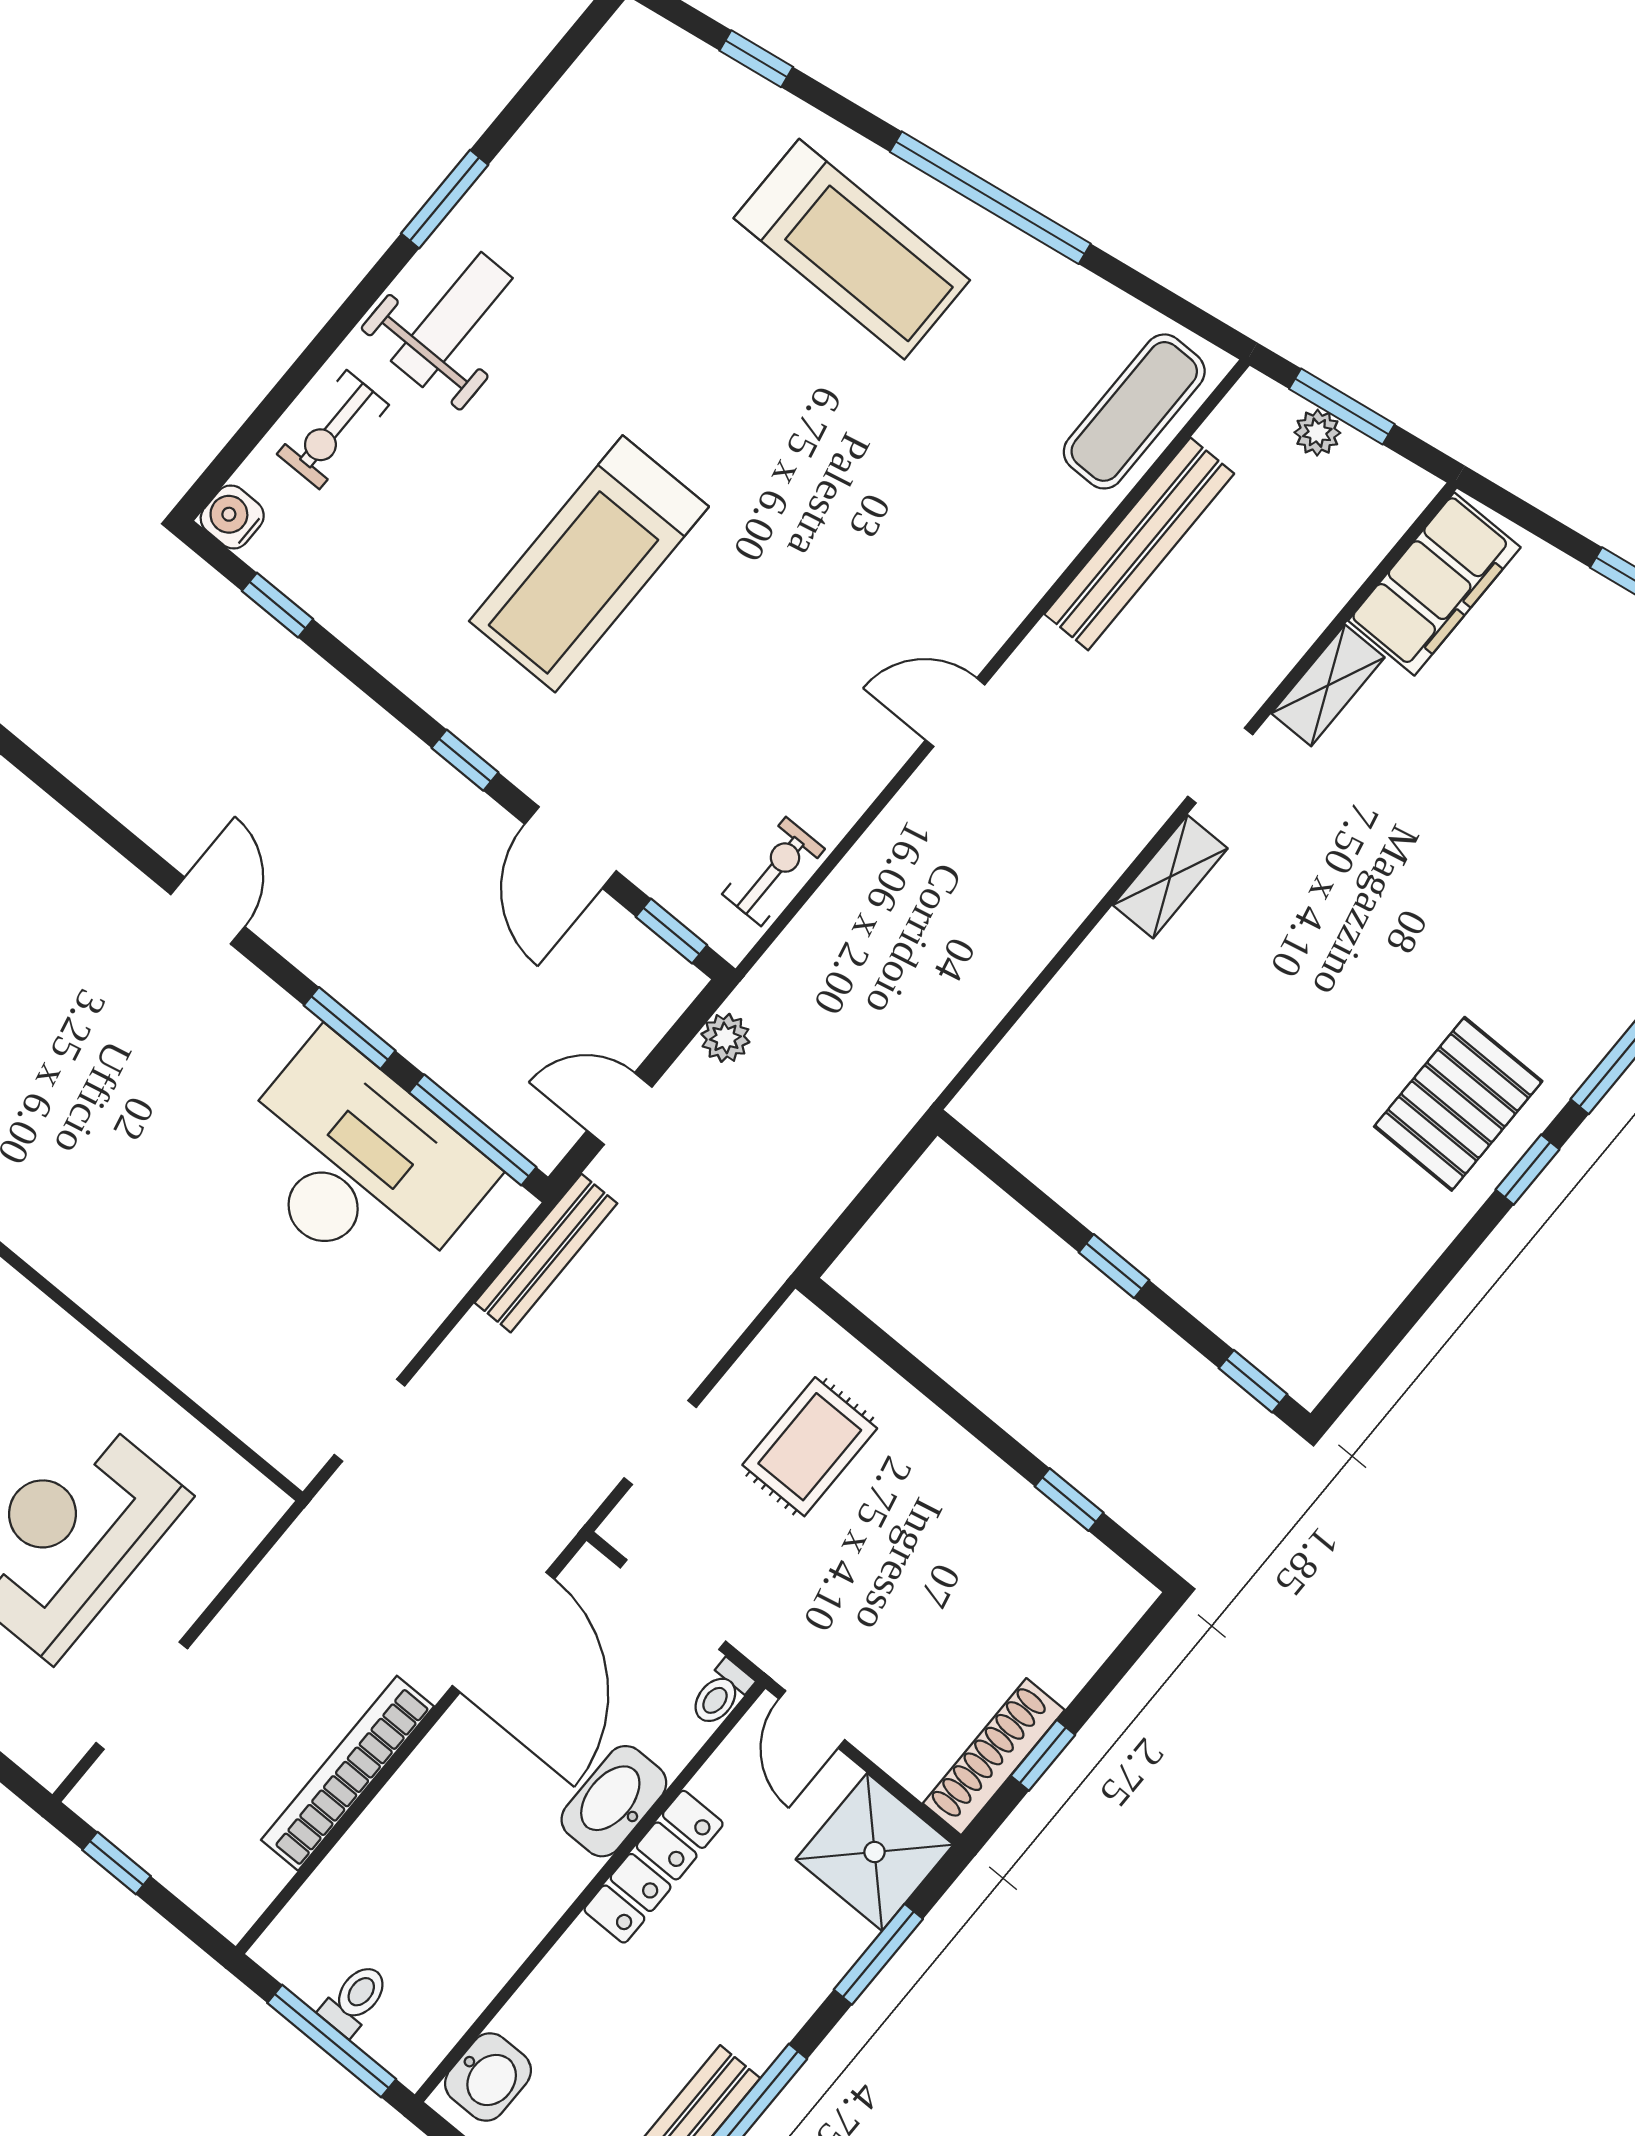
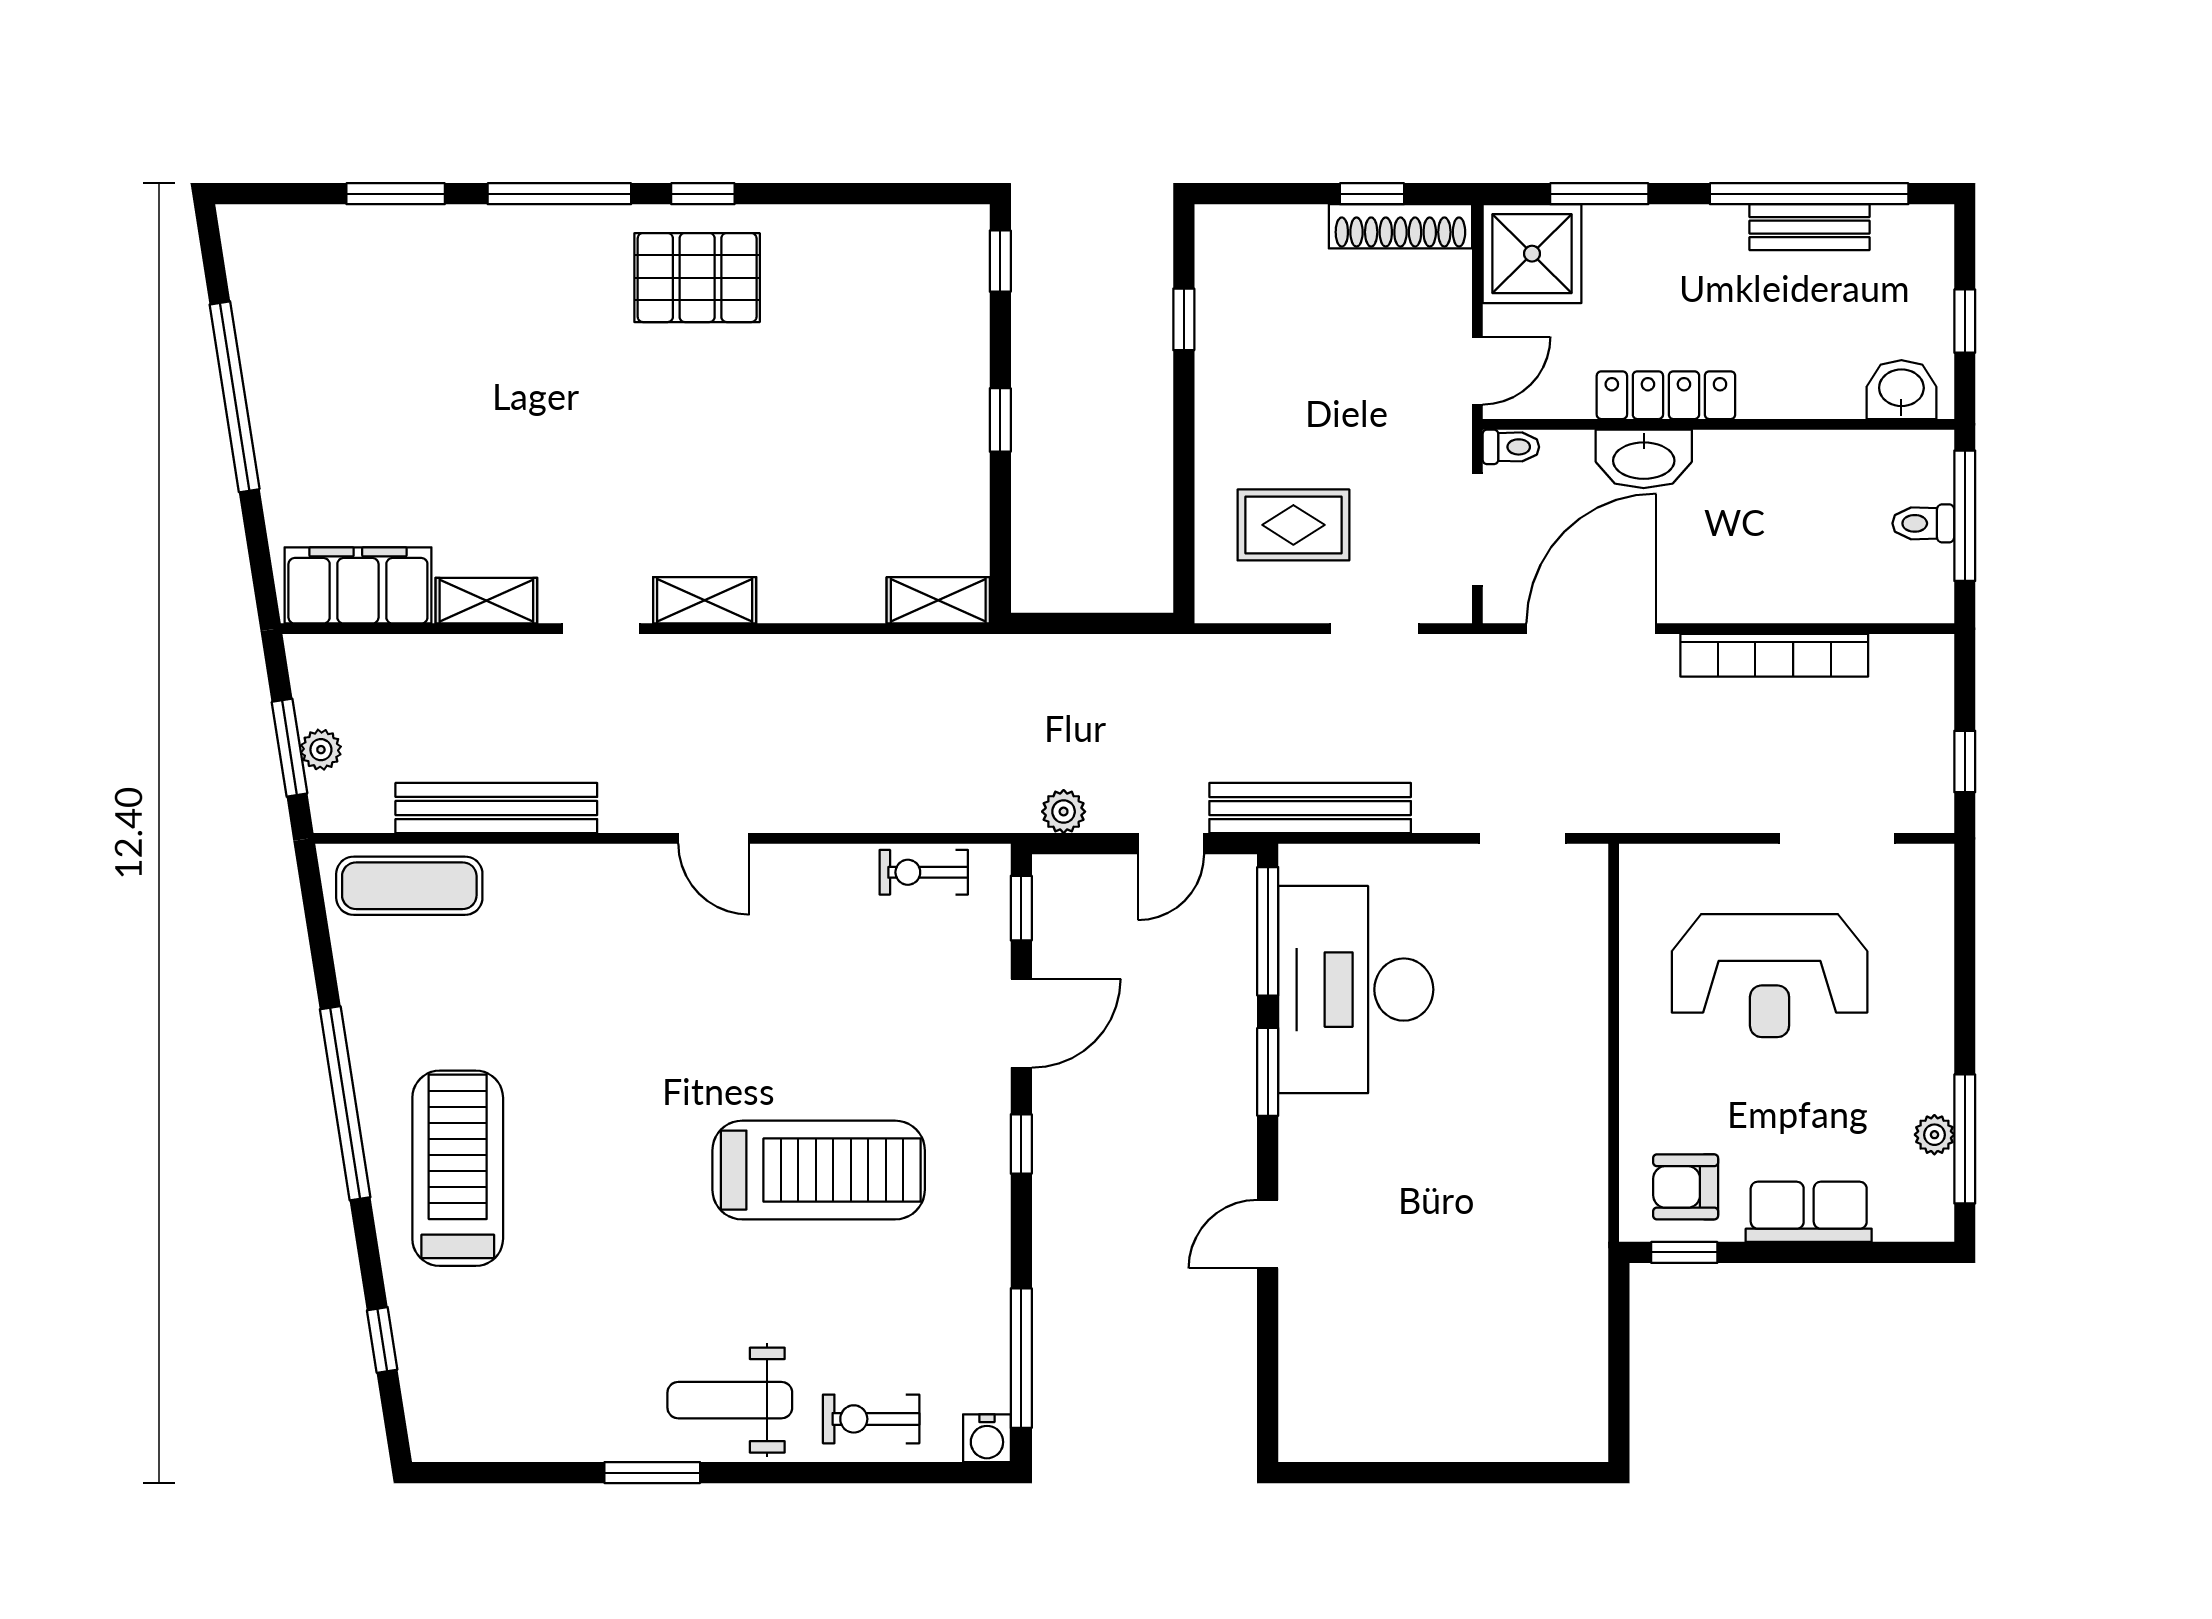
exercise bike: (333, 430) -> (871, 1419), turned 180
window: (277, 605) -> (1021, 1358), width x2.17
shelving: (1001, 1081) -> (938, 600), added
door: (619, 1109) -> (1171, 844), hinge flipped
bench: (546, 1253) -> (1310, 808), width x1.37, depth x1.21

